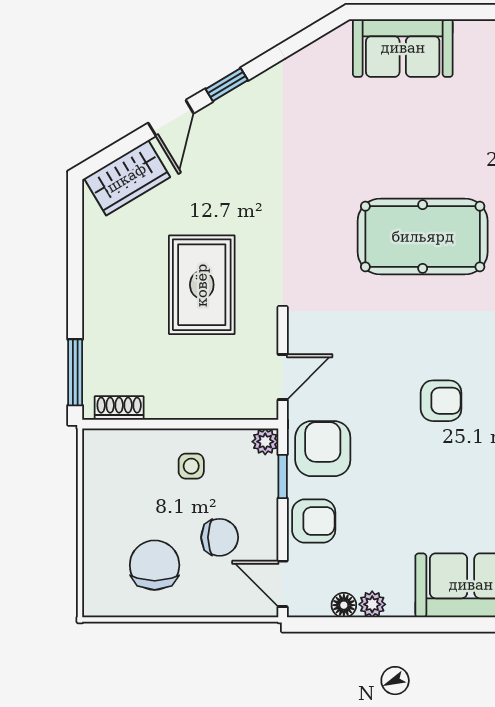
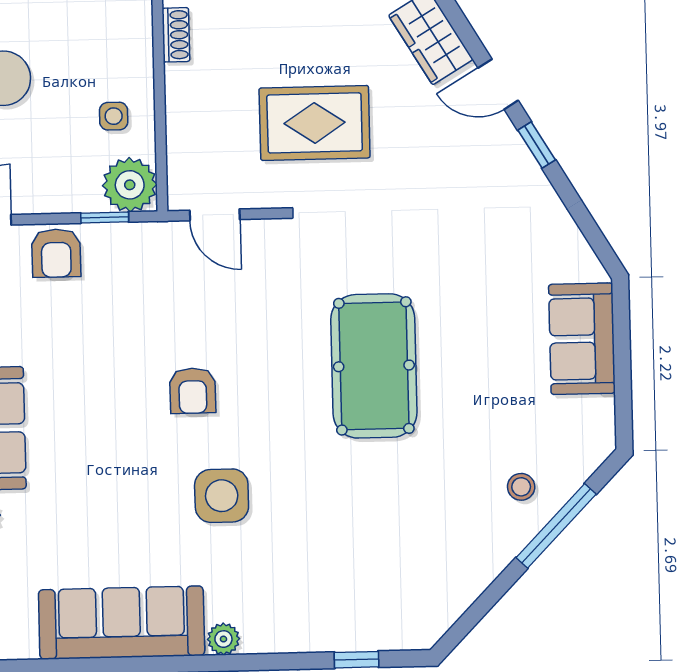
plant: (265, 442) -> (130, 185), width x1.88, depth x1.88
armchair: (323, 449) -> (137, 261), removed
chair: (220, 537) -> (36, 149), removed

